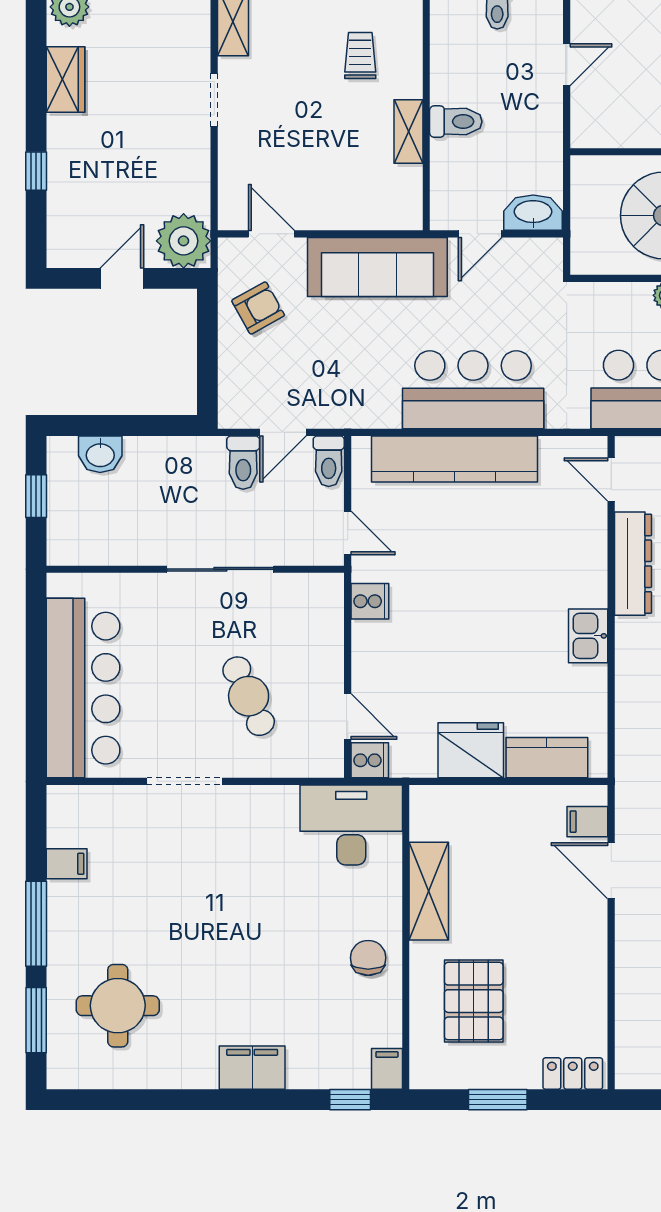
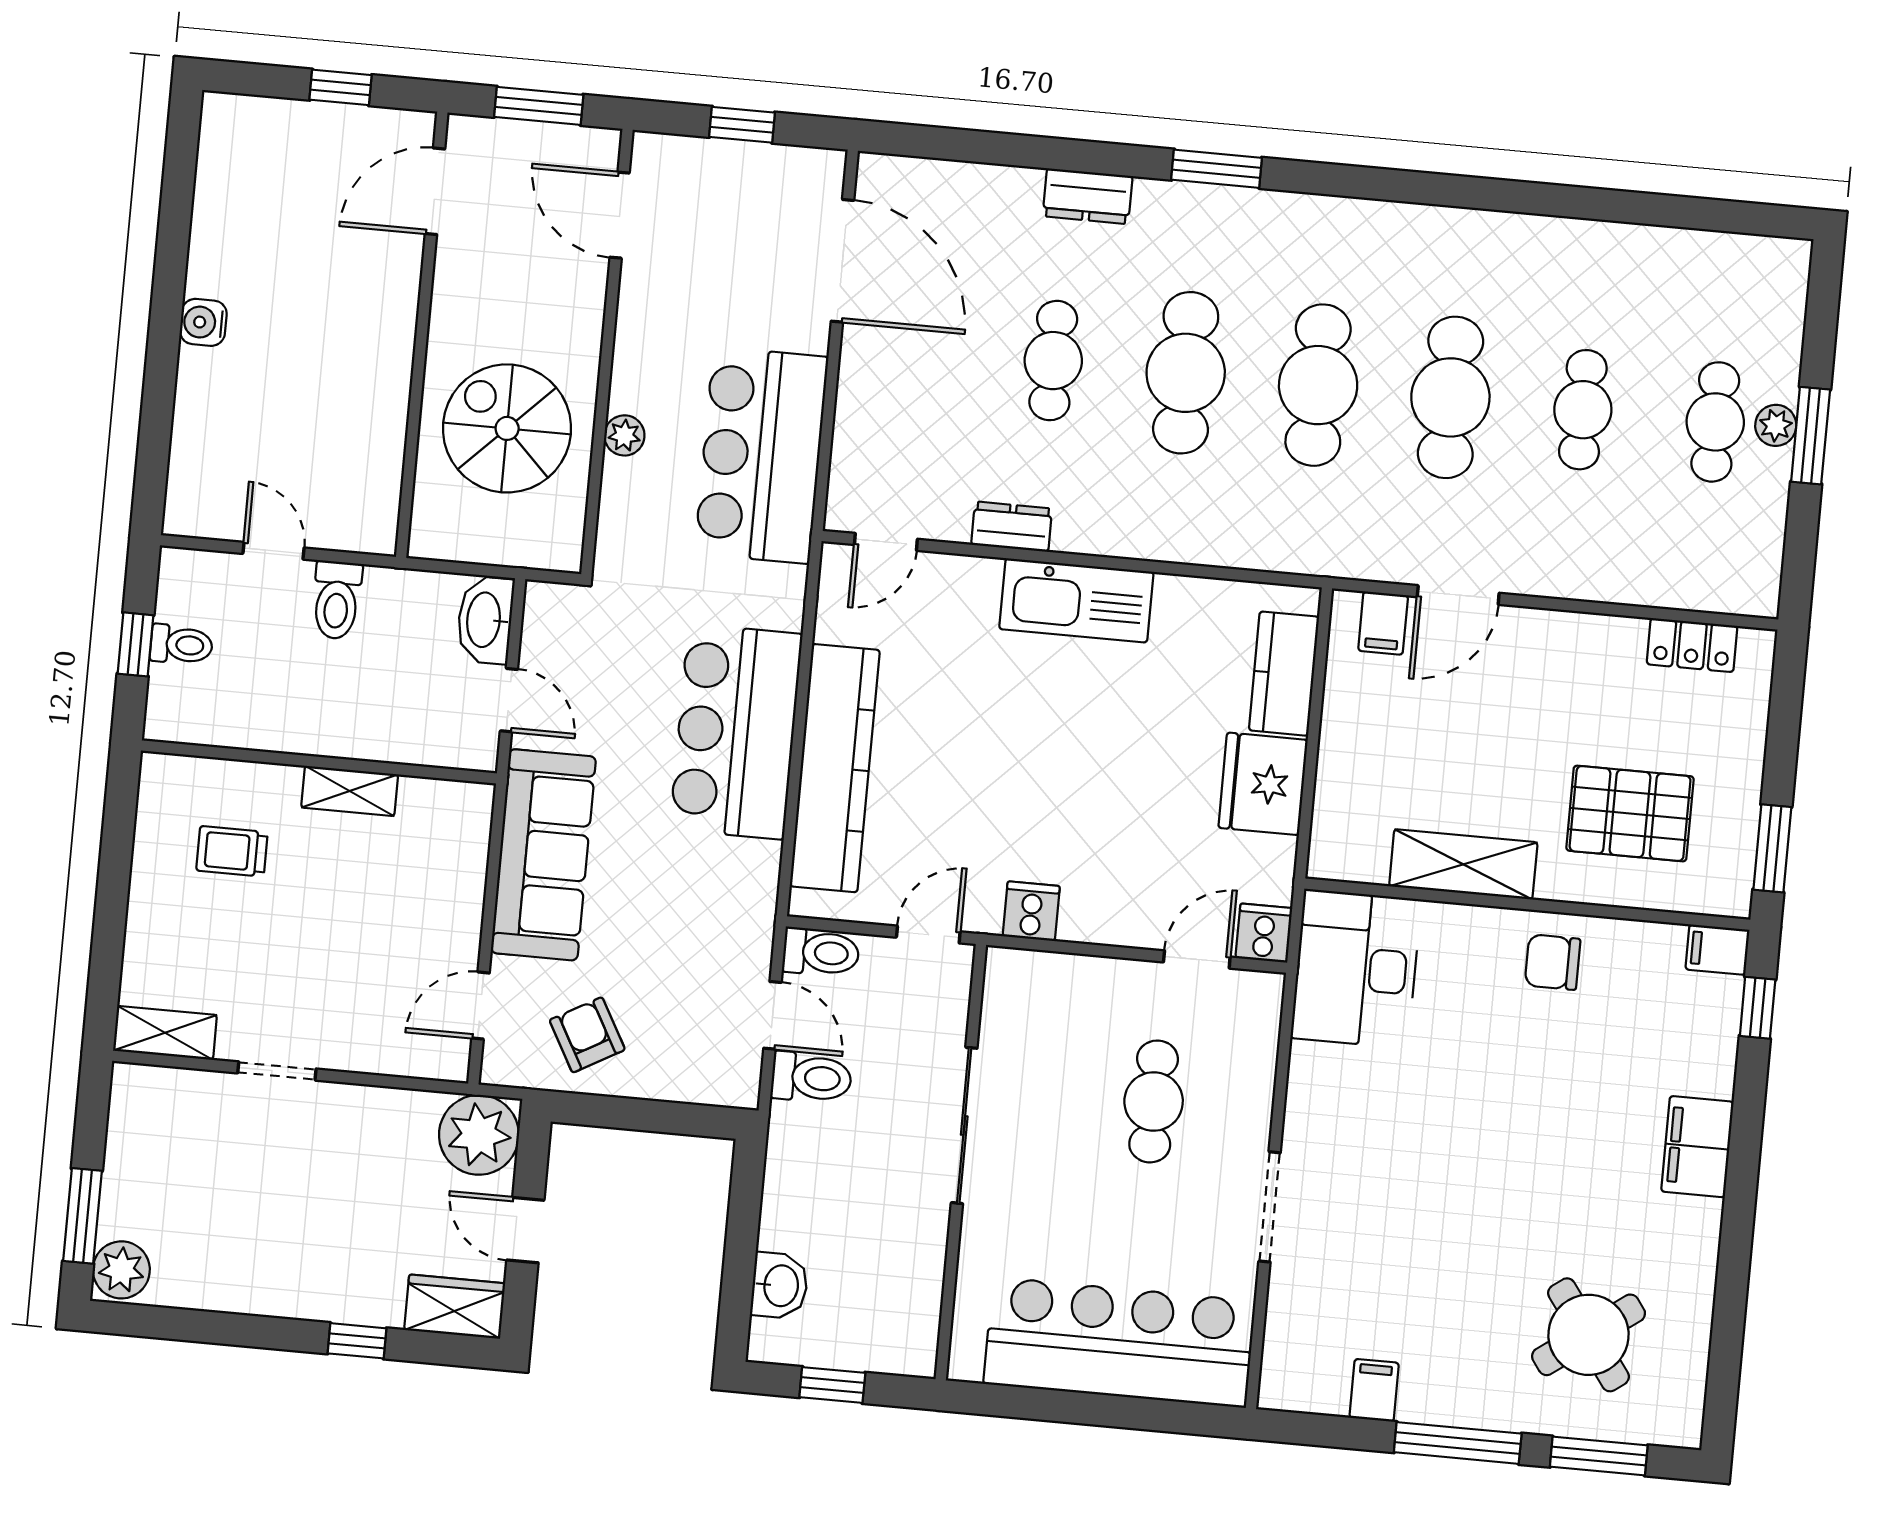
wardrobe: (66, 80) -> (455, 1307), moved
toilet: (456, 122) -> (337, 600), moved, turned 180
dresser: (633, 564) -> (1012, 527), width x0.51, depth x0.80
kitchen sink: (588, 636) -> (1076, 600), width x1.88, depth x1.24
cafe table: (249, 696) -> (1154, 1101), turned -66
round table: (118, 1006) -> (1589, 1335), turned -36
locker: (573, 1074) -> (1692, 645), moved, turned -90
window: (498, 1100) -> (1772, 848), moved

